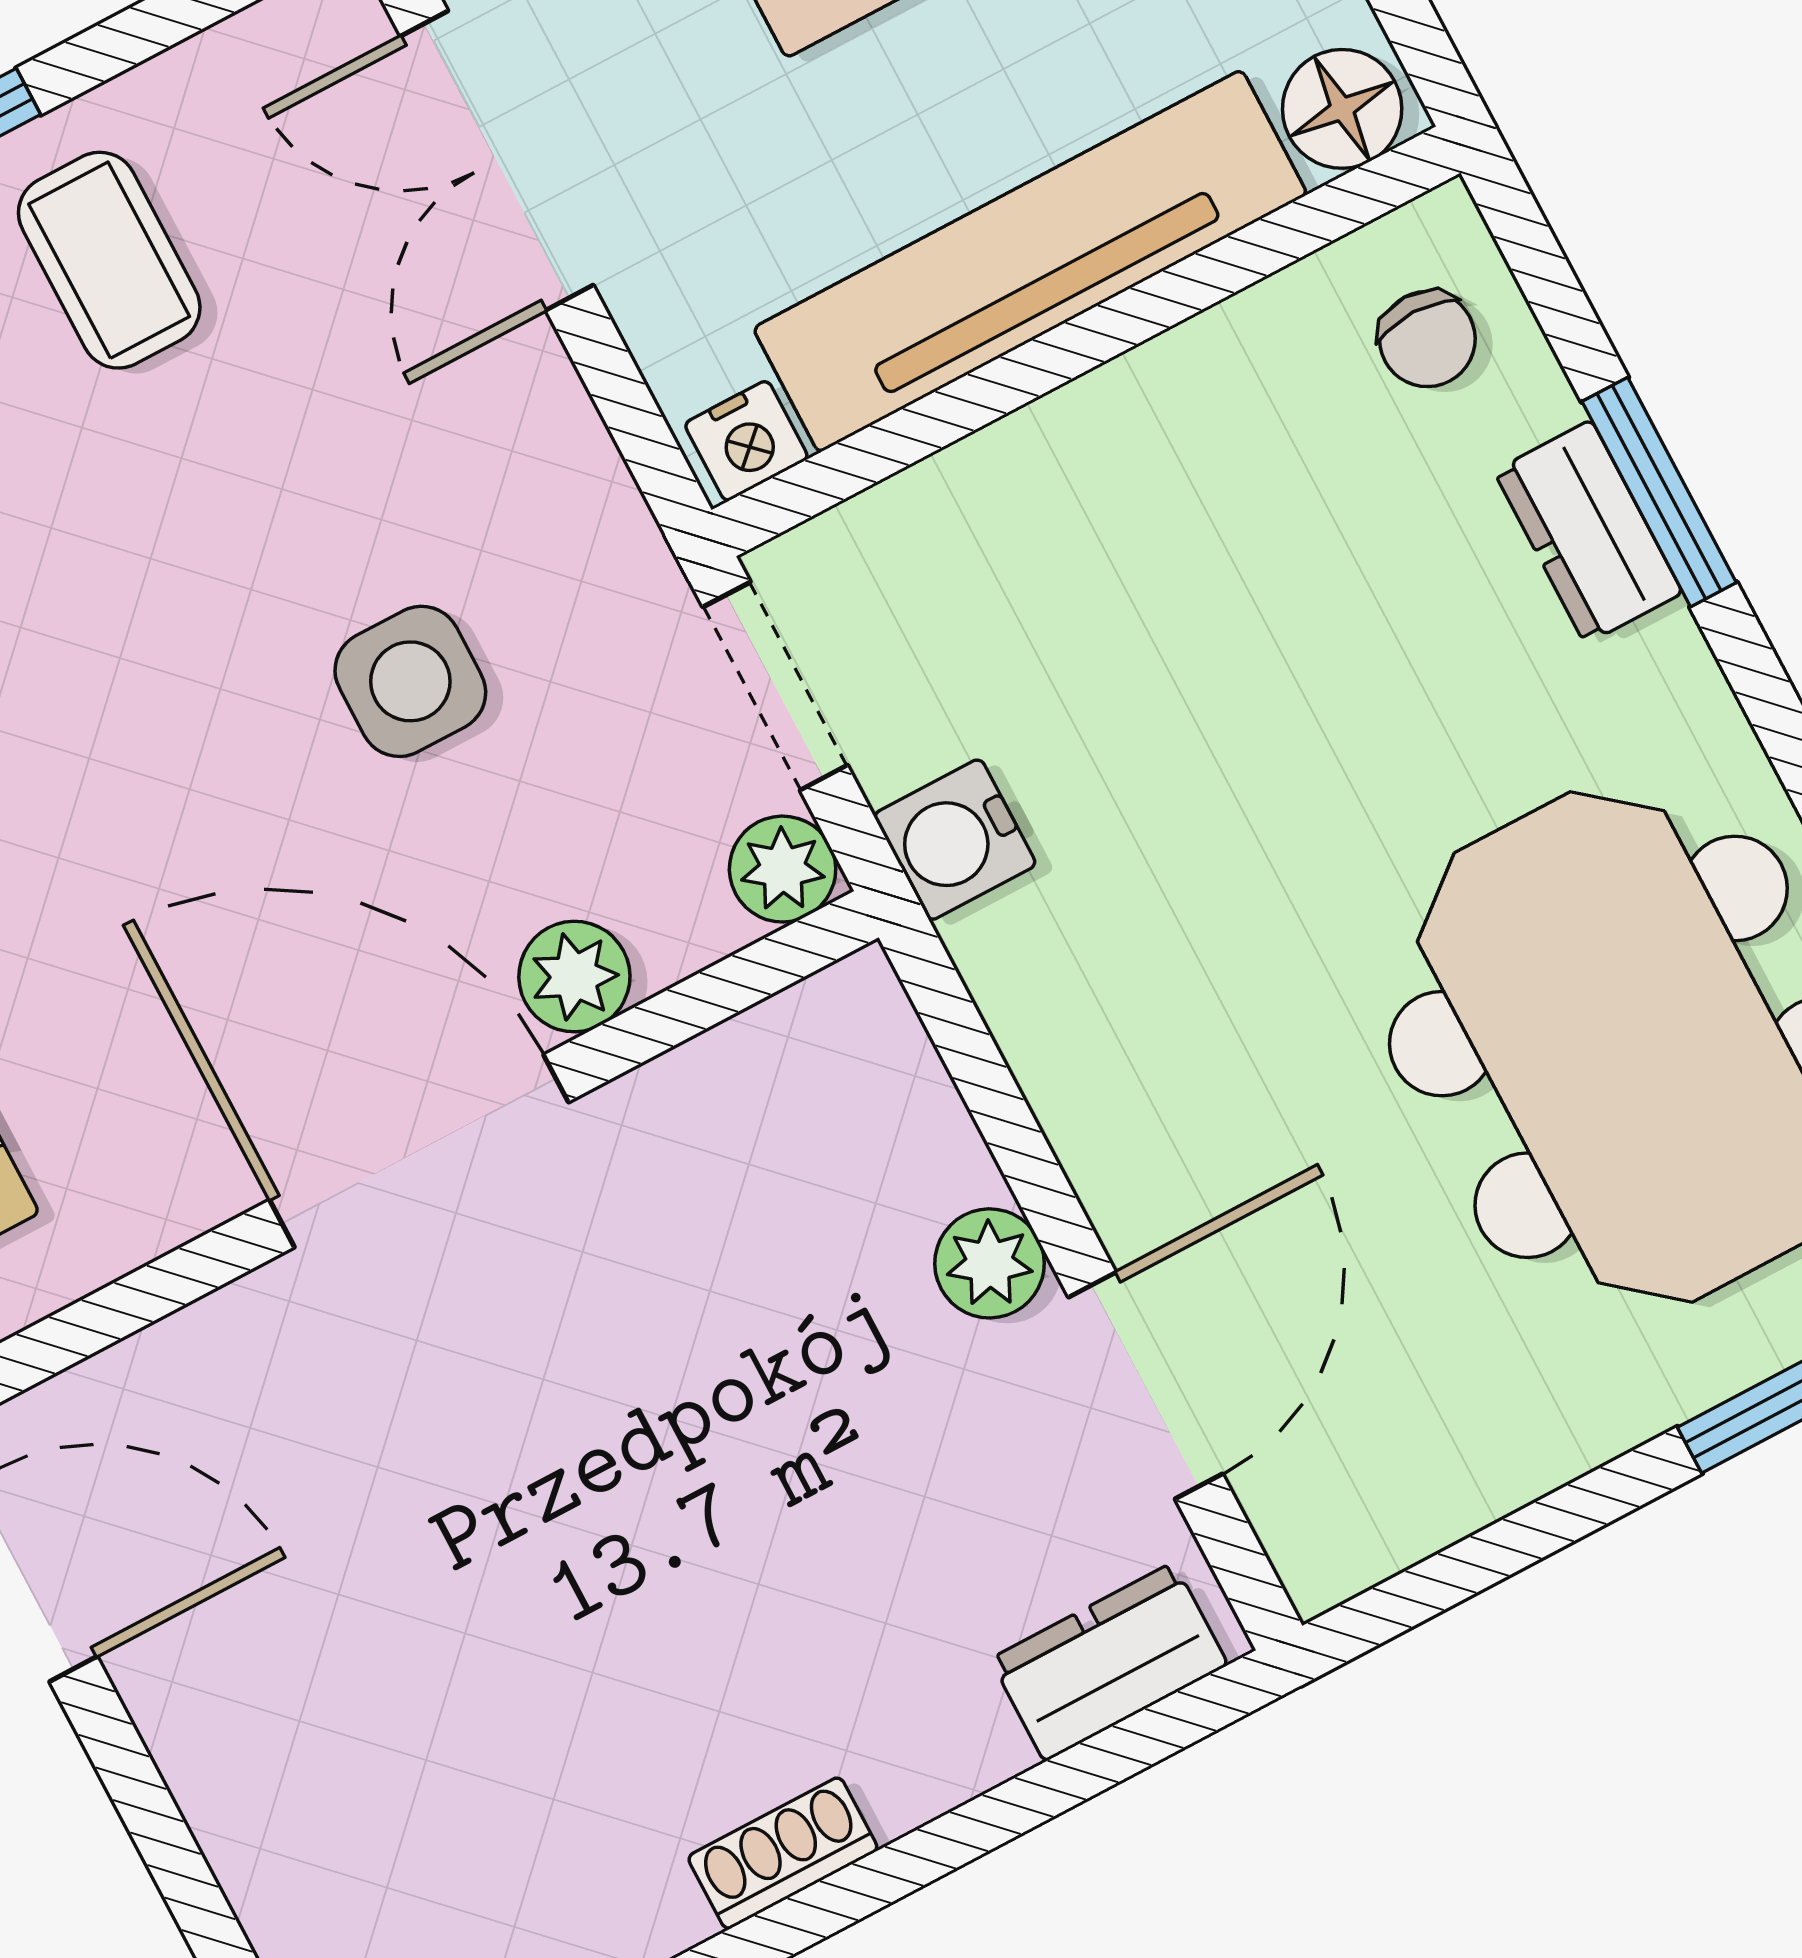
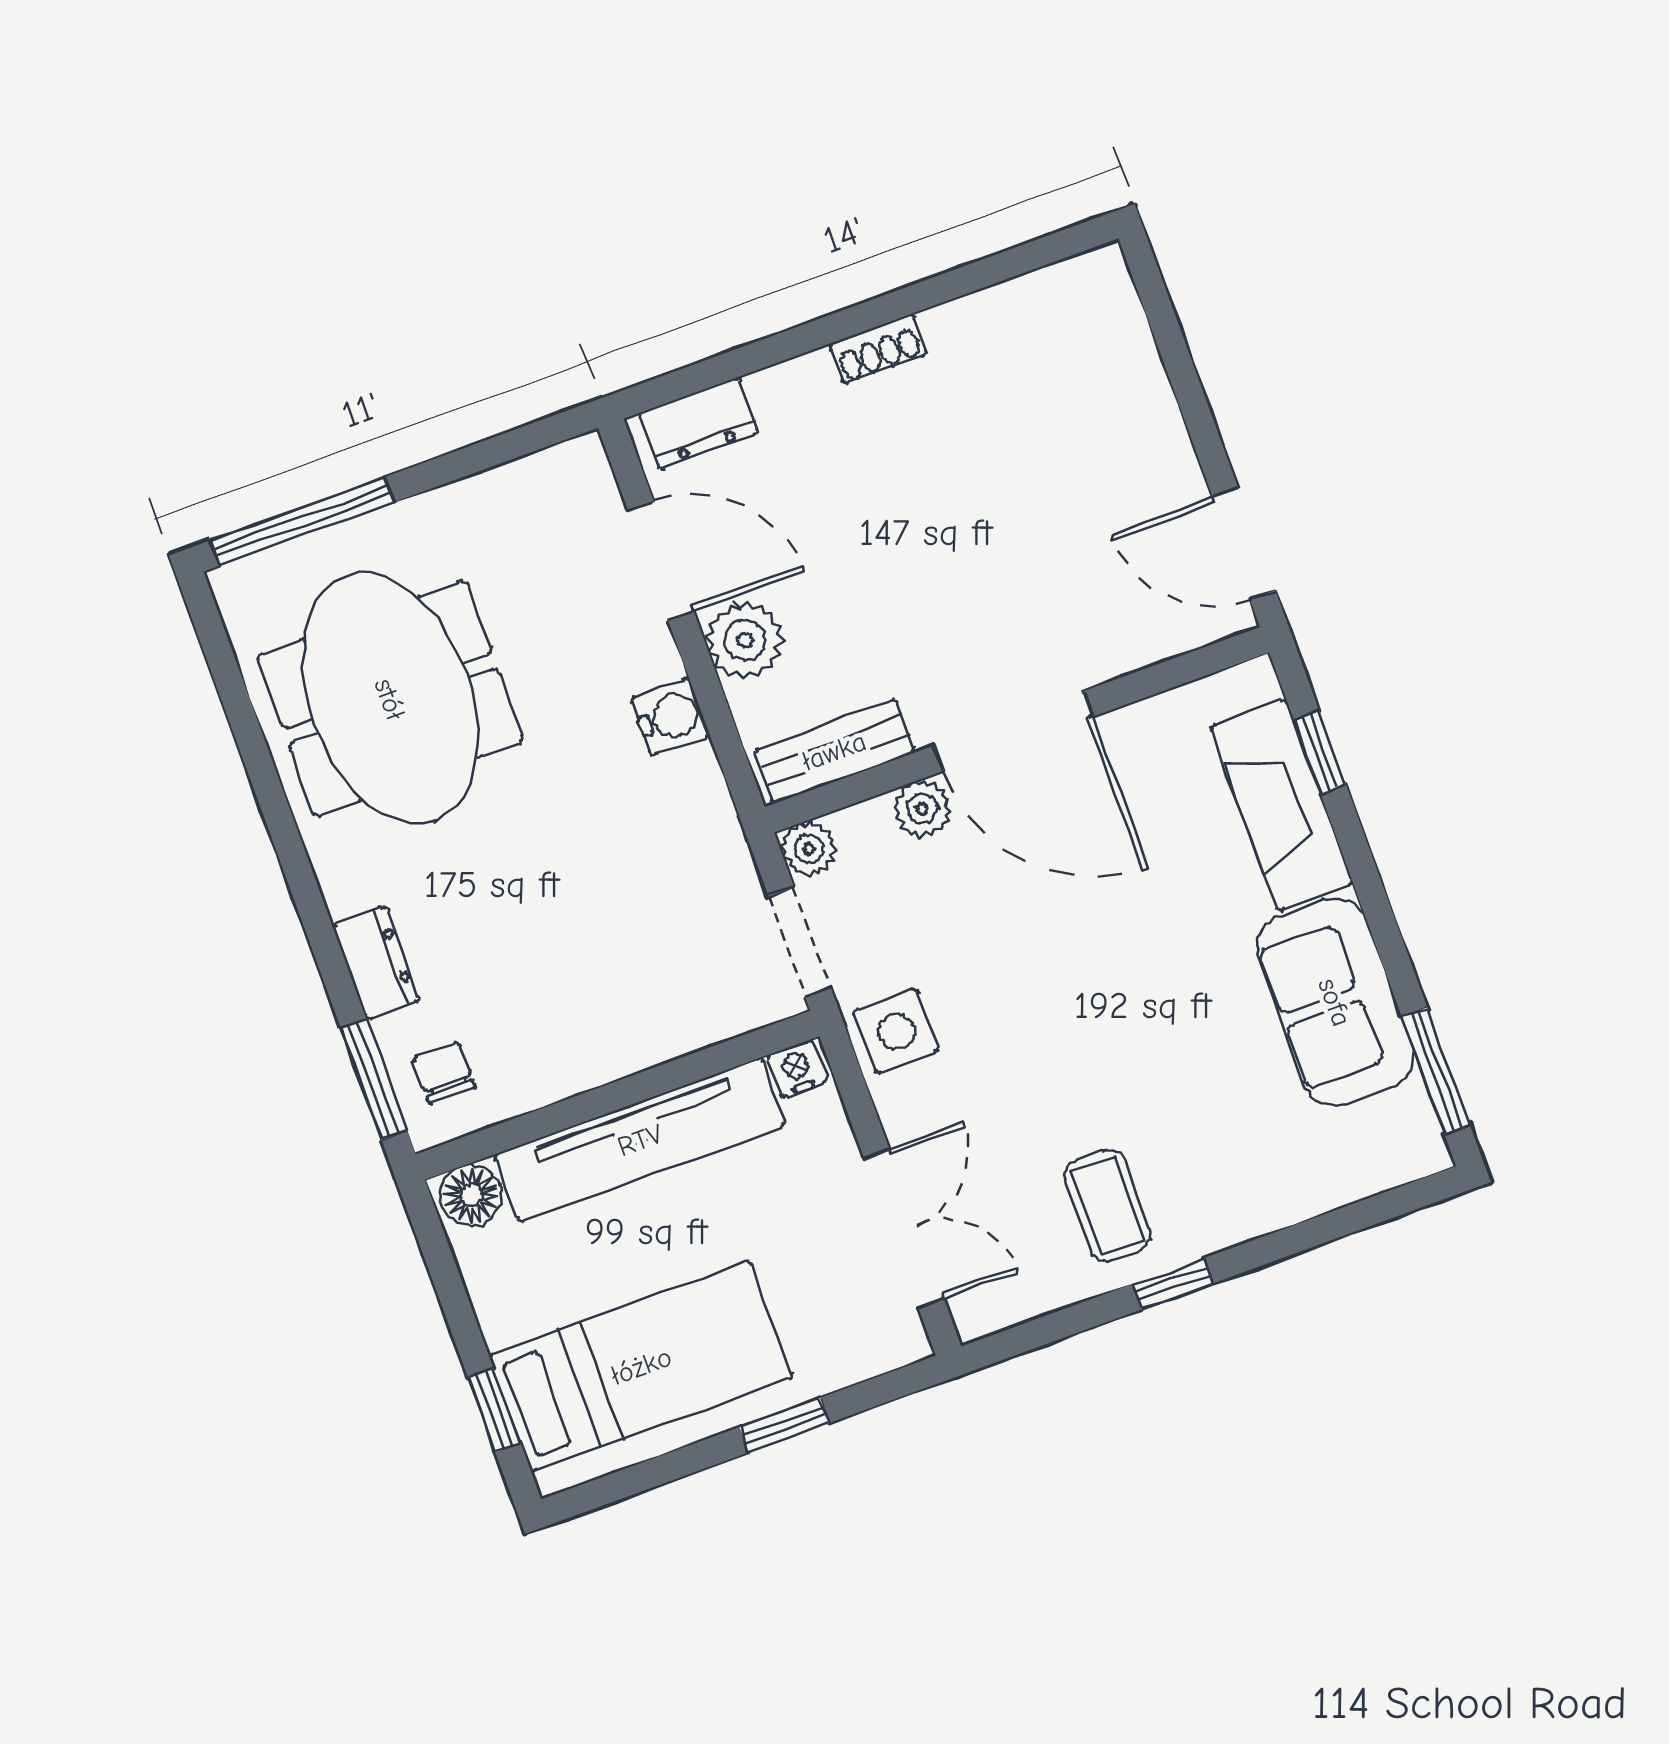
window: (1659, 492) -> (374, 1079), moved
side table: (410, 681) -> (896, 1031), moved
water cooler: (955, 840) -> (670, 717), moved
bench: (759, 1064) -> (834, 751), added
plant: (990, 1263) -> (745, 640), width x1.38, depth x1.38
door: (1145, 1385) -> (661, 561), swing flipped

